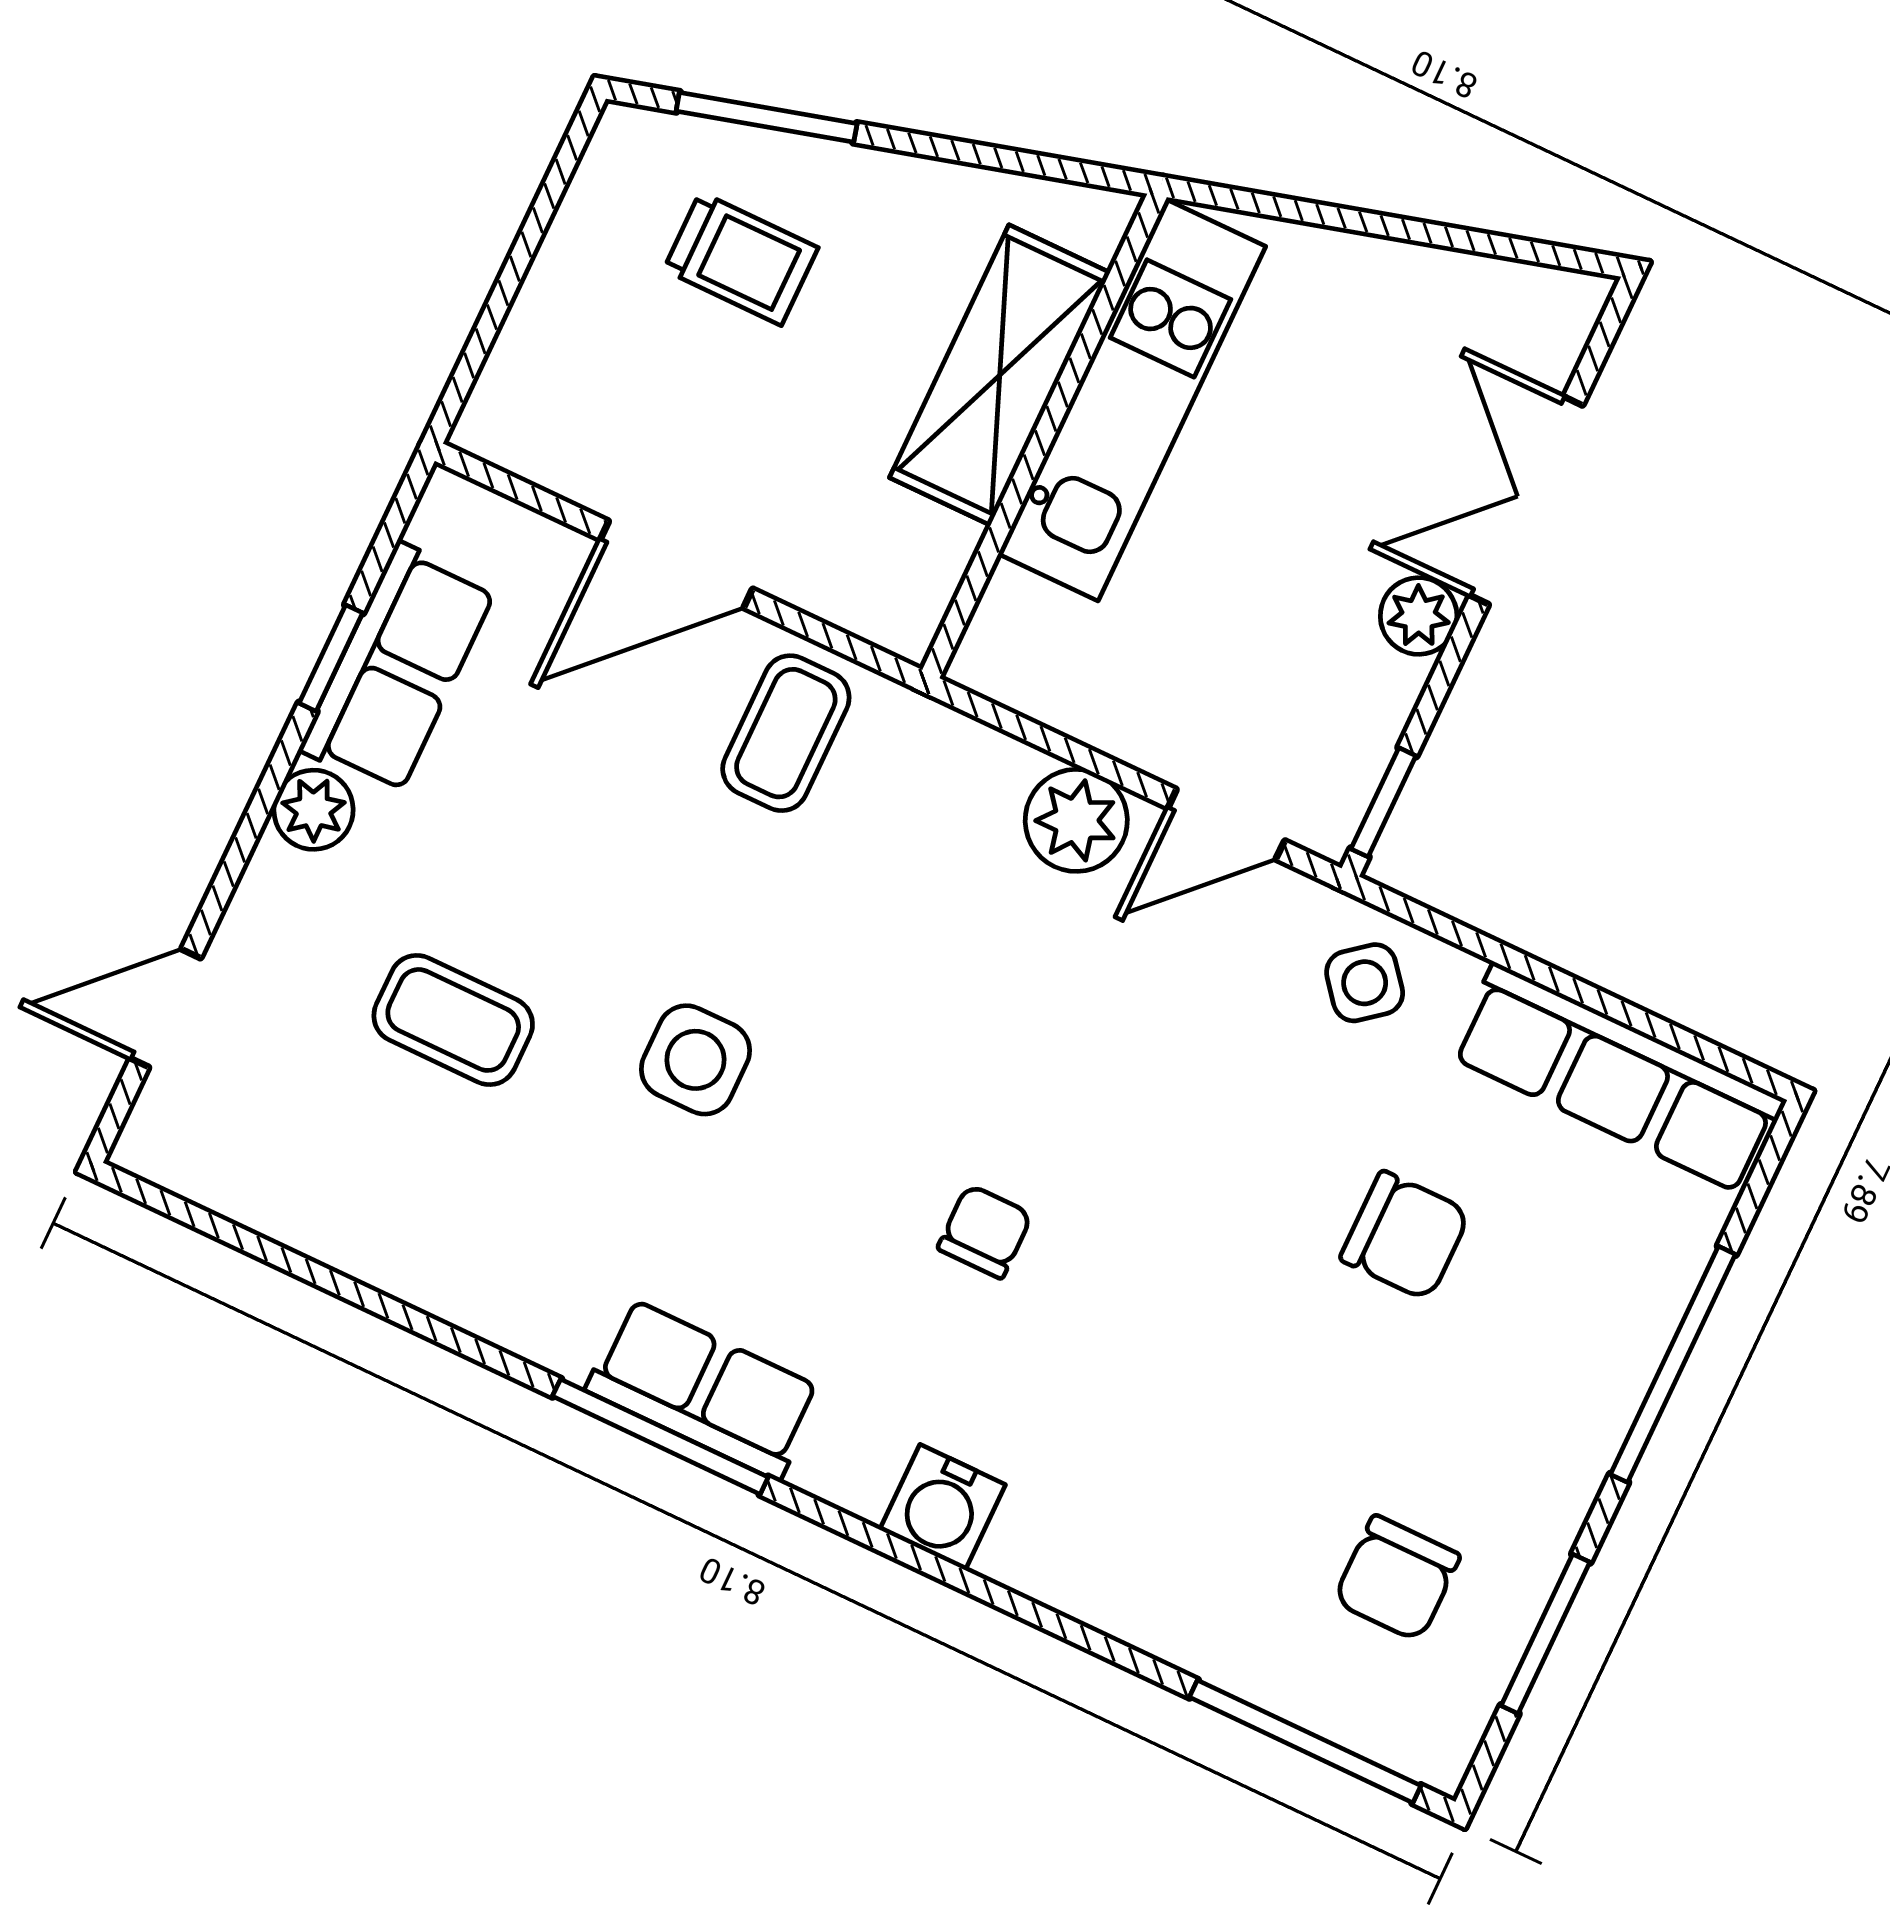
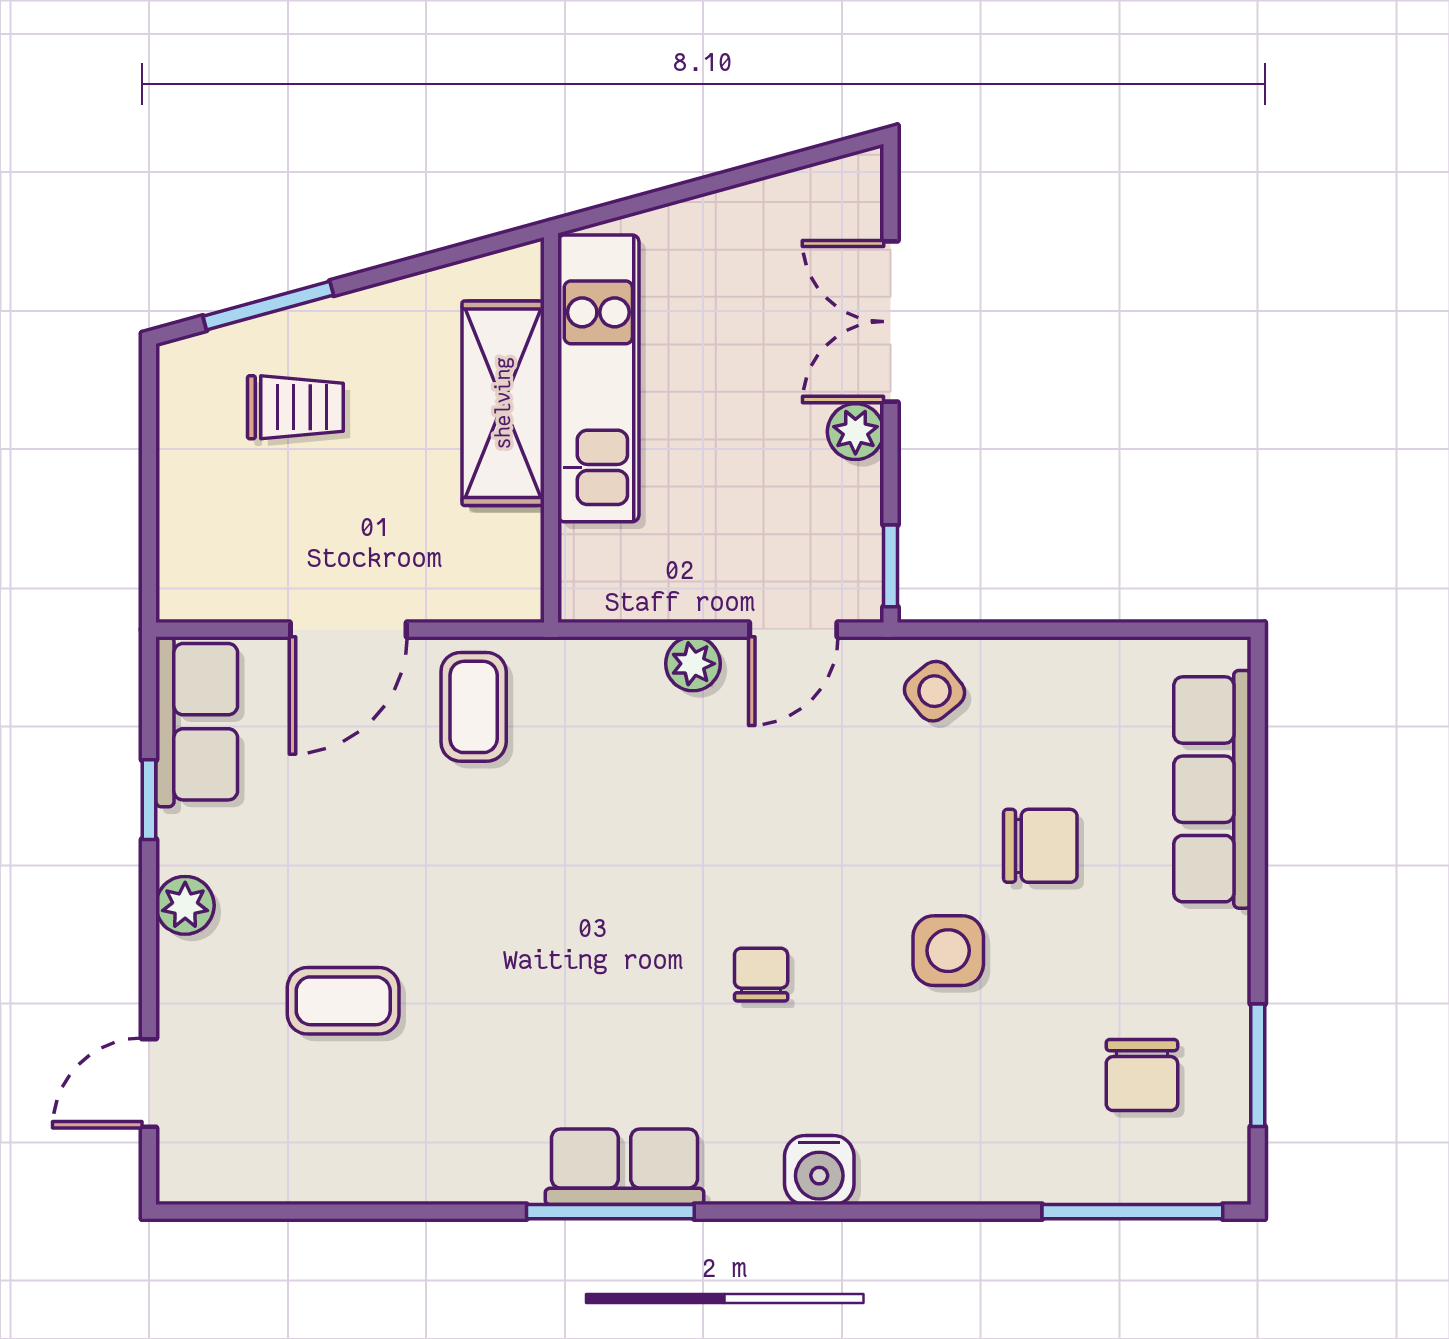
row of seats: (398, 669) -> (197, 722), moved
plant: (1076, 820) -> (693, 664), width x0.73, depth x0.73
side table: (696, 1060) -> (948, 951), moved
row of seats: (1618, 1078) -> (1212, 789), moved, turned 90
window: (1673, 1364) -> (1258, 847), removed

